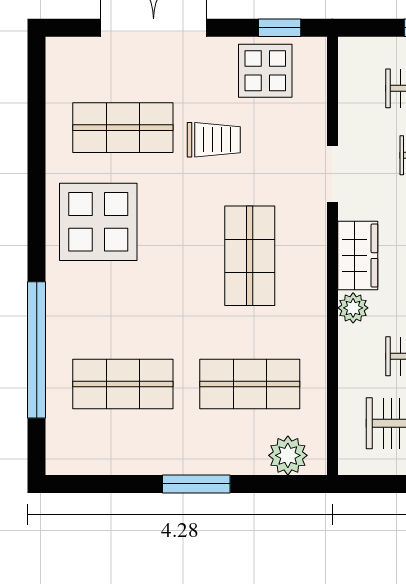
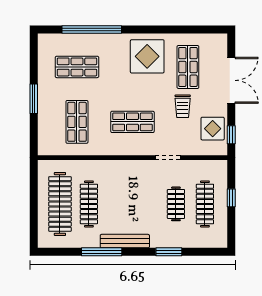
wardrobe: (358, 256) -> (133, 169), removed
plant: (353, 308) -> (110, 167), removed
shop shelf: (123, 384) -> (77, 67), turned 90
plant: (288, 455) -> (46, 138), removed

